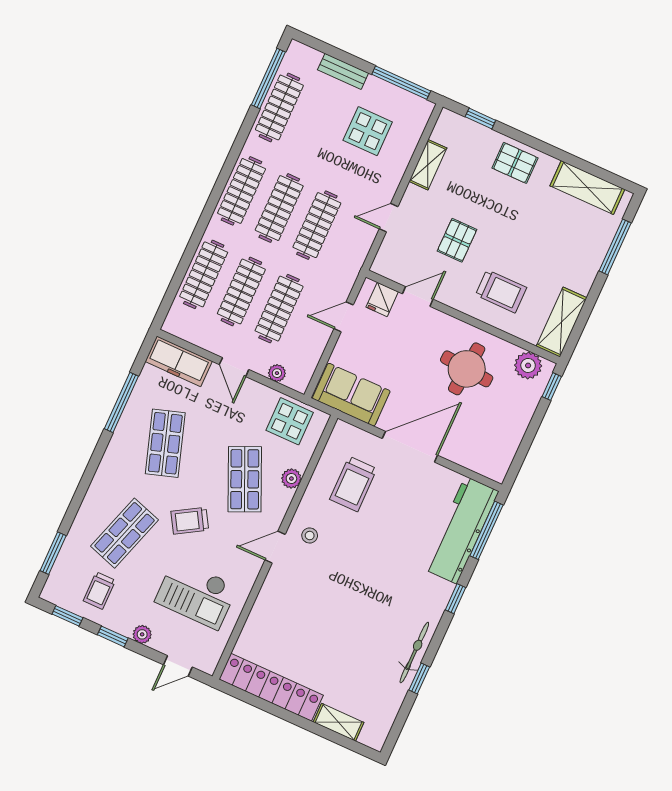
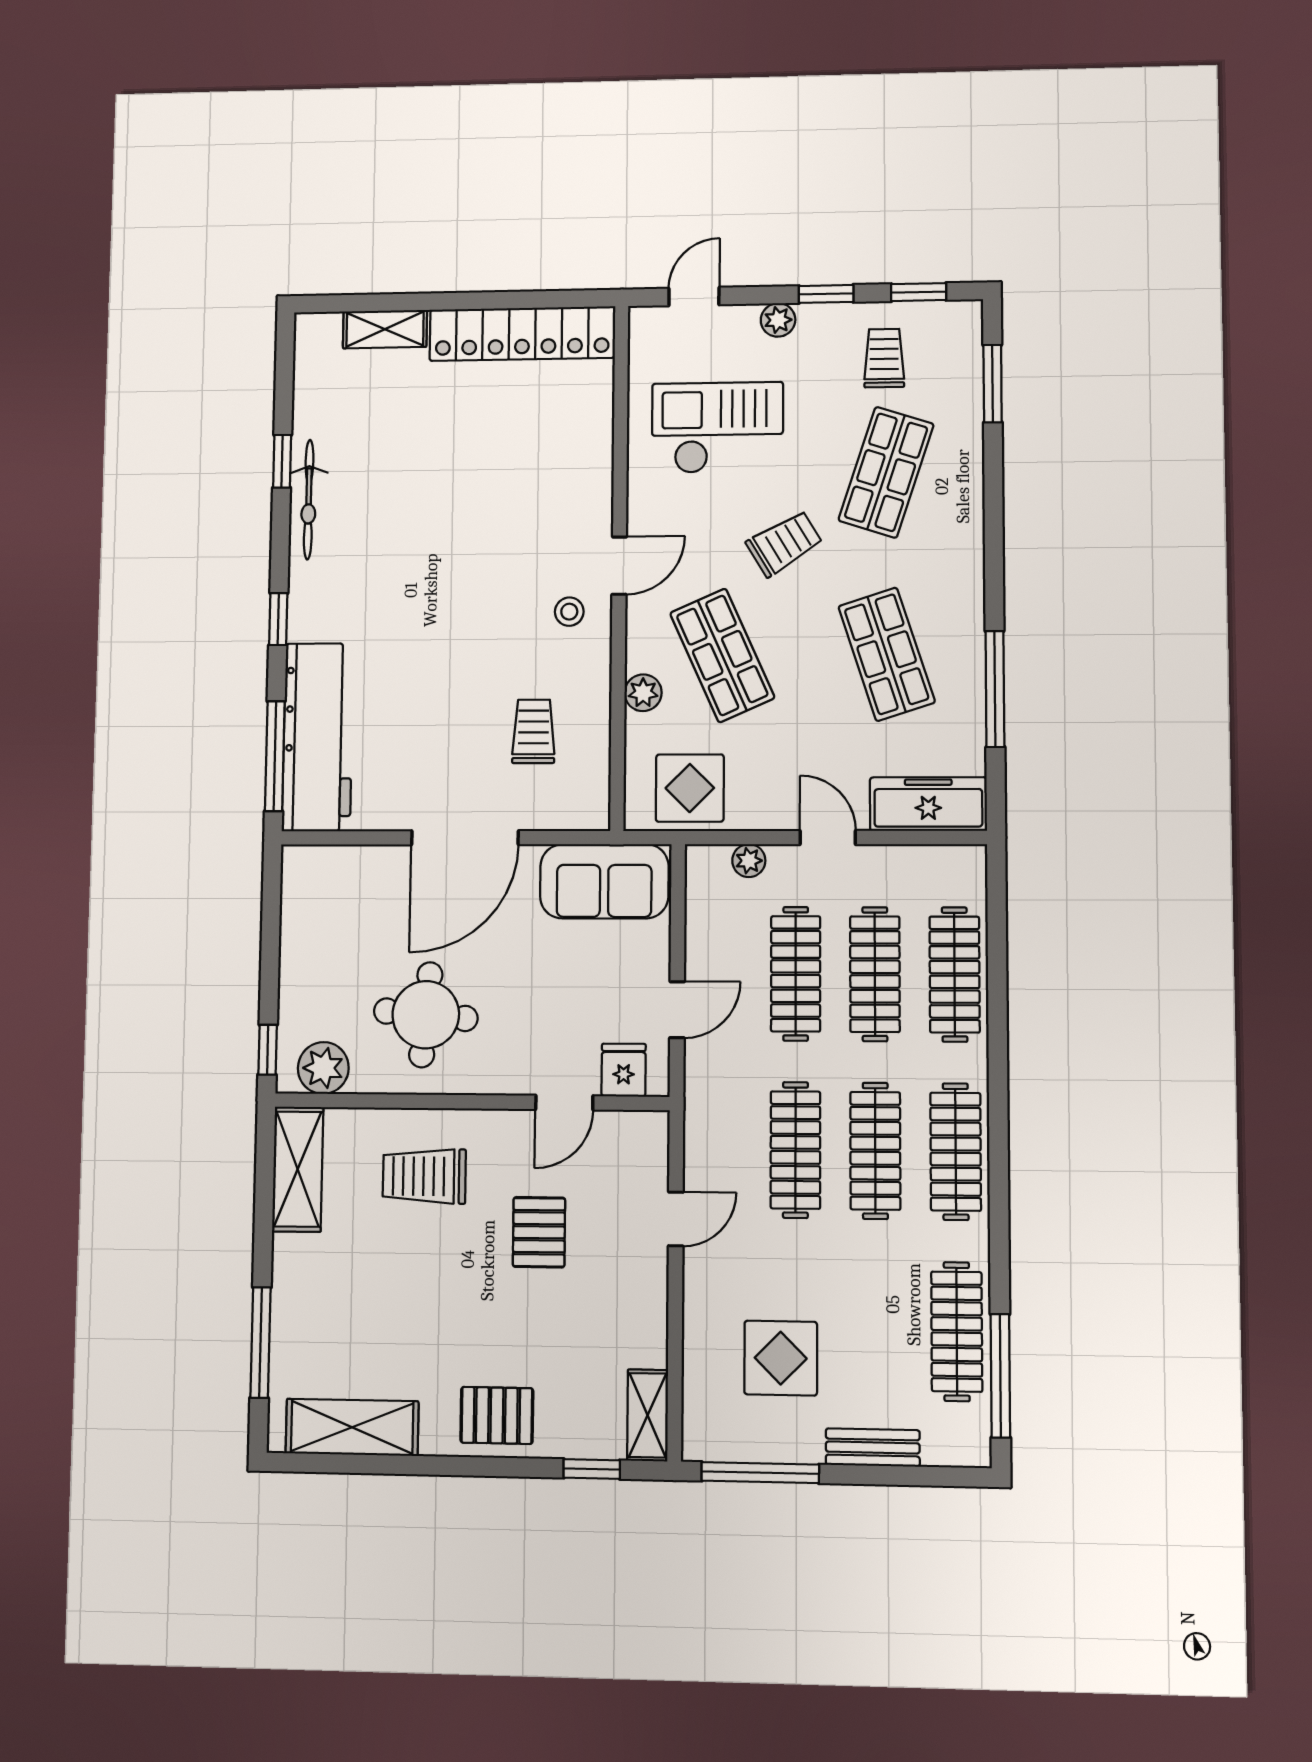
shelving: (428, 165) -> (648, 1415), moved
trolley: (353, 484) -> (534, 731), width x0.73, depth x0.72

